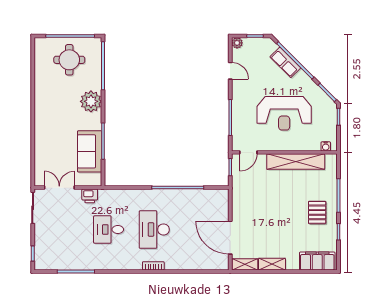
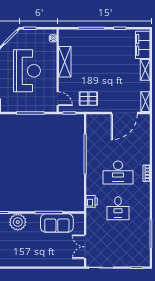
shelving: (296, 162) -> (65, 62), width x0.68
printer: (90, 196) -> (92, 201), moved
pallet: (317, 212) -> (88, 99), moved
shelving: (272, 264) -> (145, 70), moved

